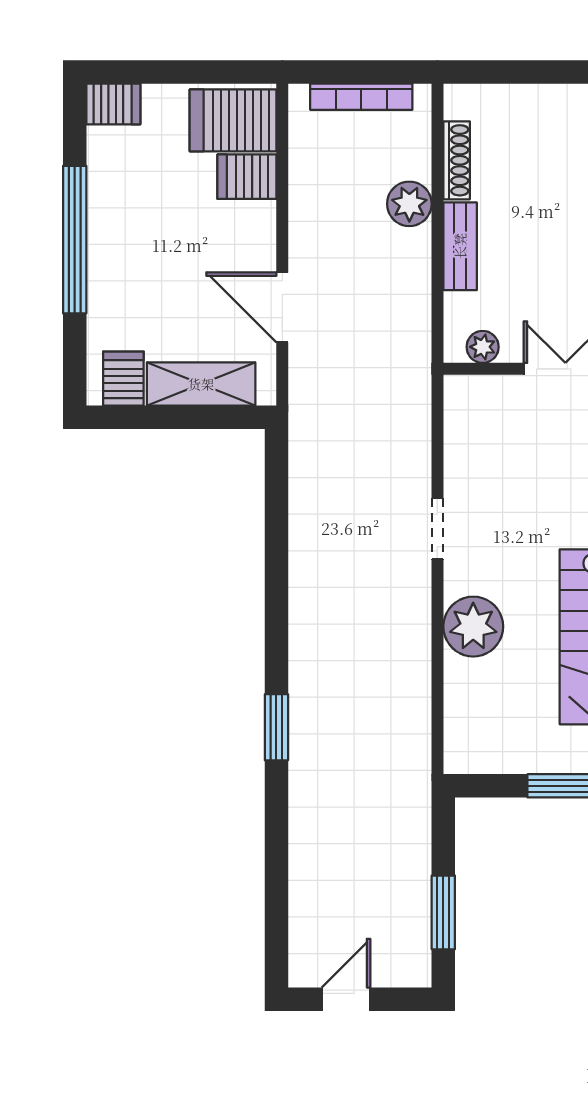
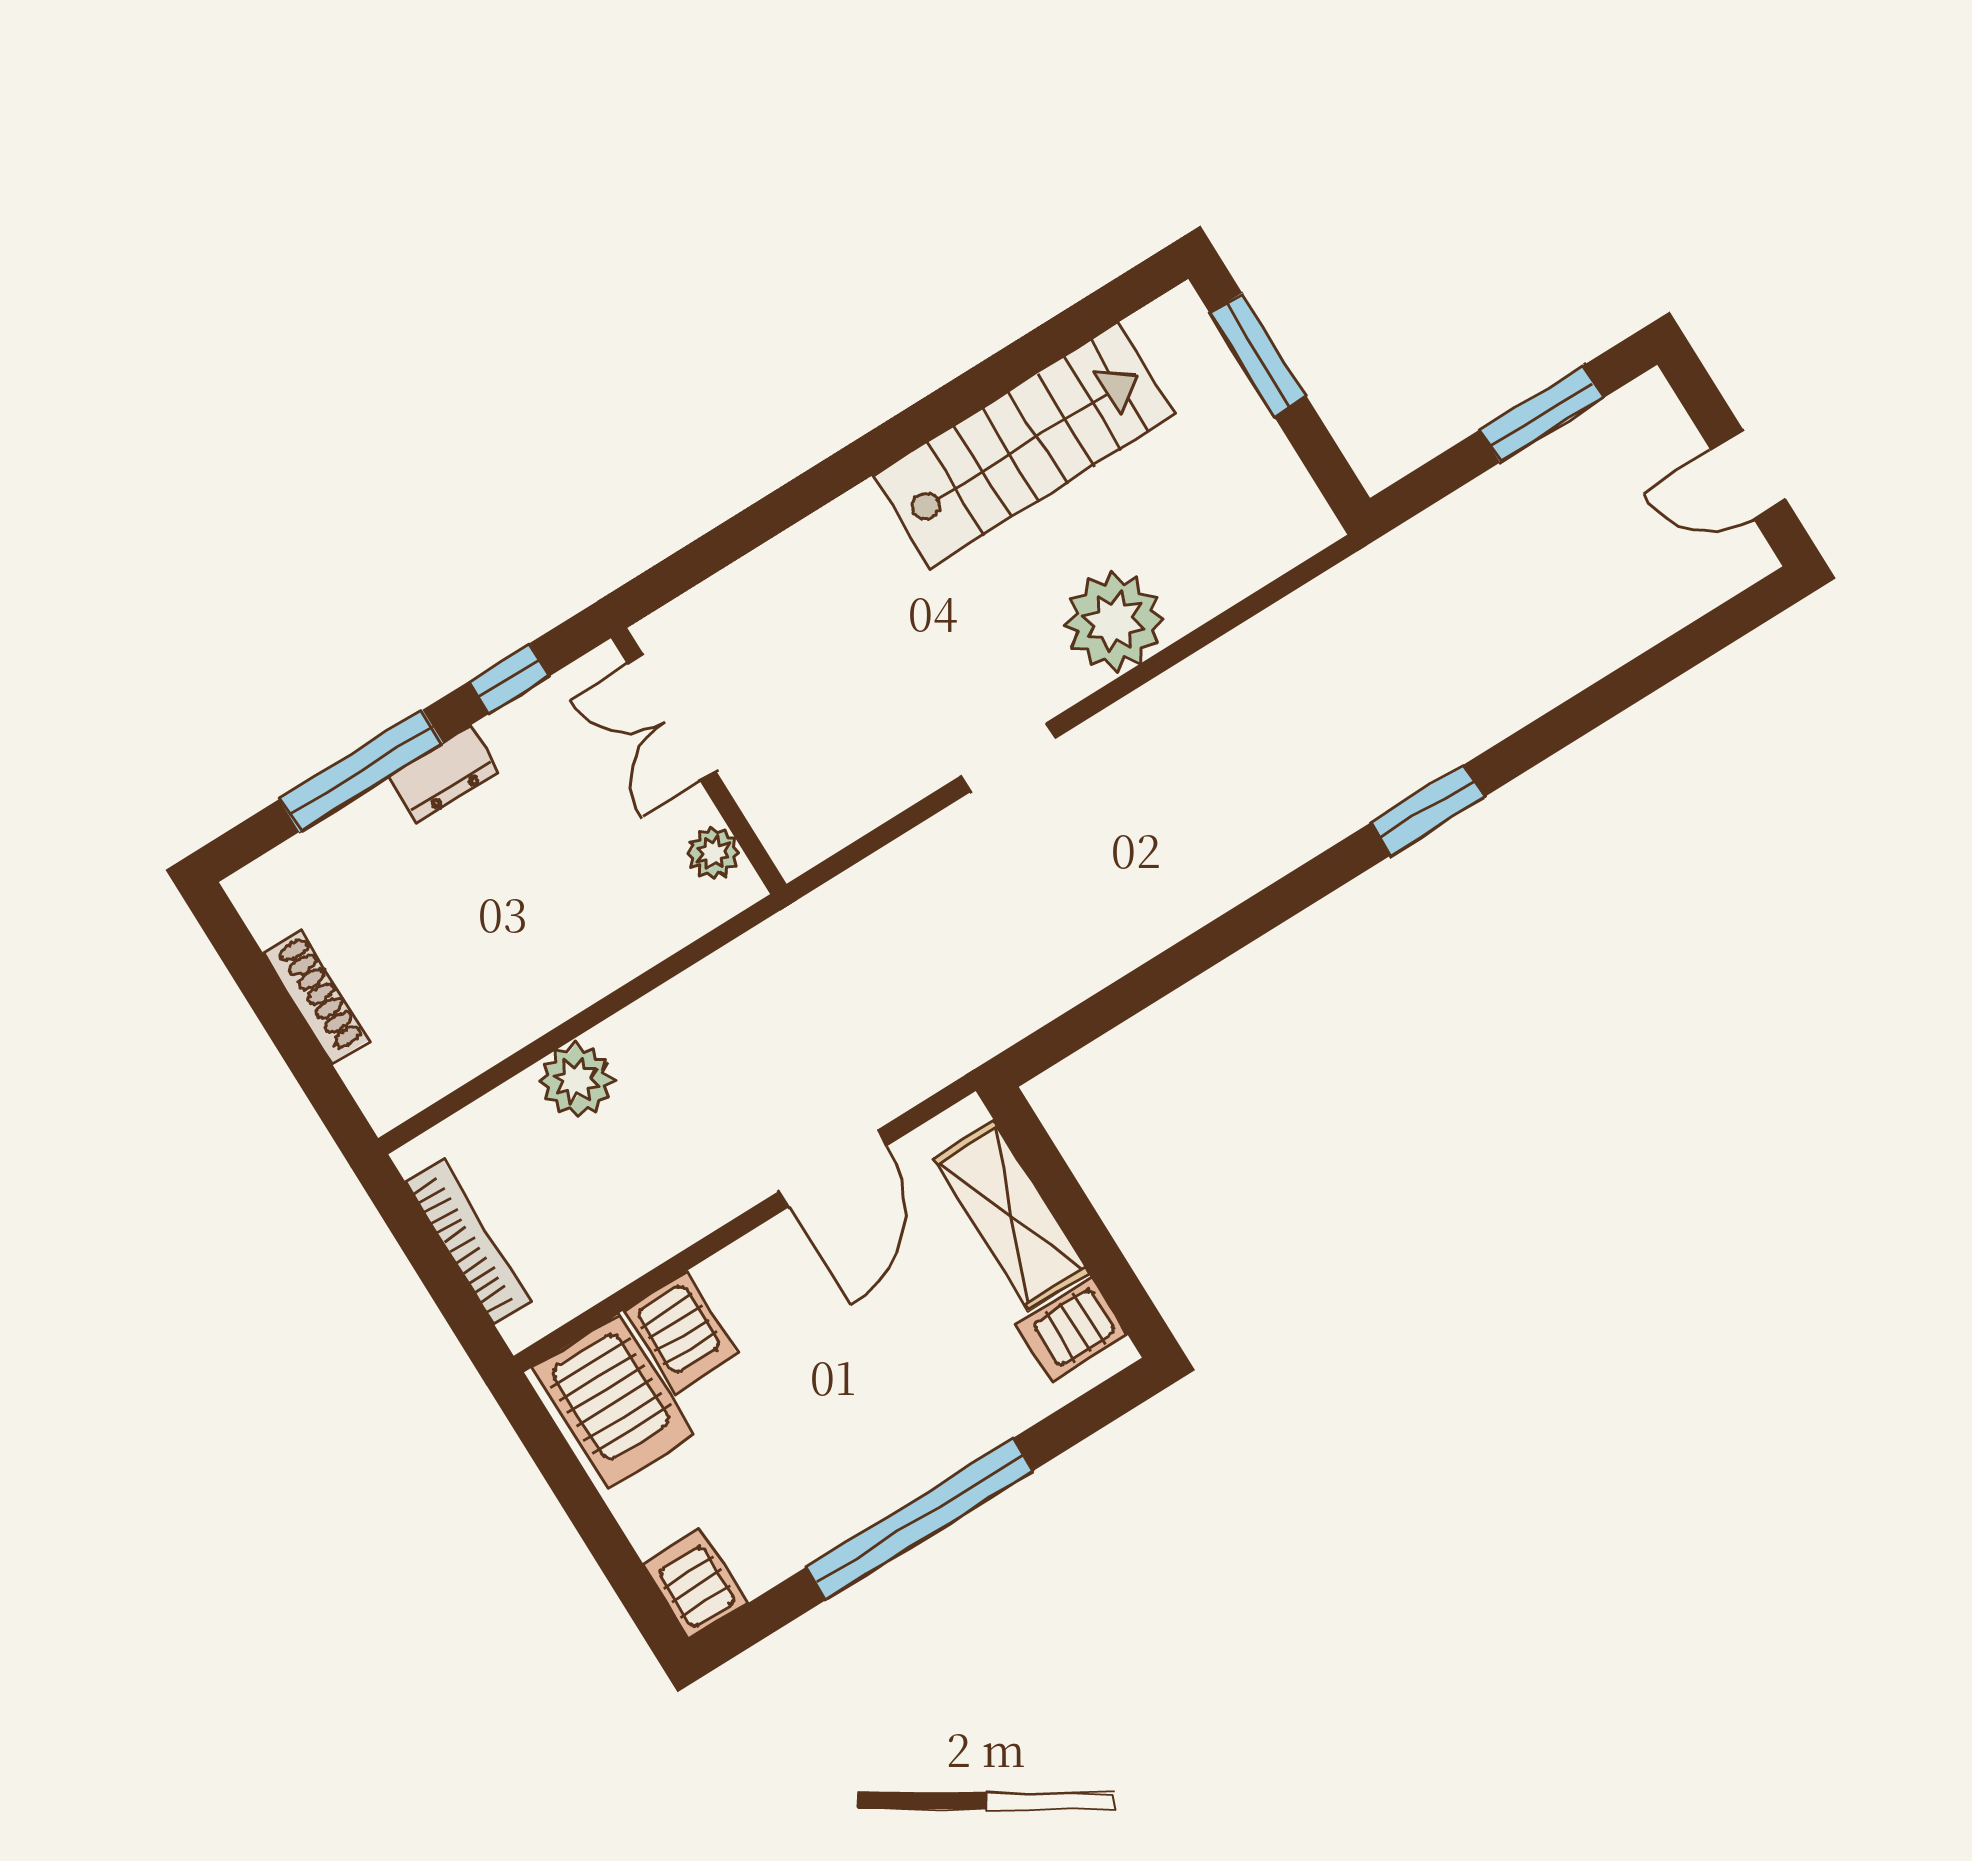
shoe rack: (457, 160) -> (316, 997), moved, turned 90
bench: (460, 246) -> (592, 972), removed

